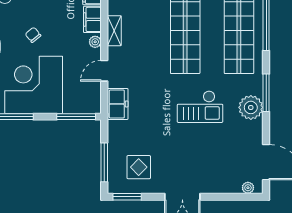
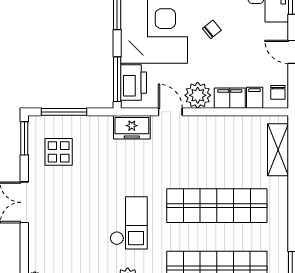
shelving: (114, 31) -> (217, 123), removed
plant: (95, 42) -> (198, 95), width x1.87, depth x1.87
printer: (79, 103) -> (133, 83), added
checkout: (200, 107) -> (129, 223), turned 180

